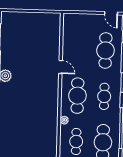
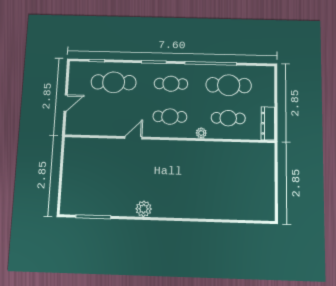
door: (111, 13) -> (66, 103), moved
cafe table: (77, 96) -> (170, 117), width x0.73, depth x0.74

